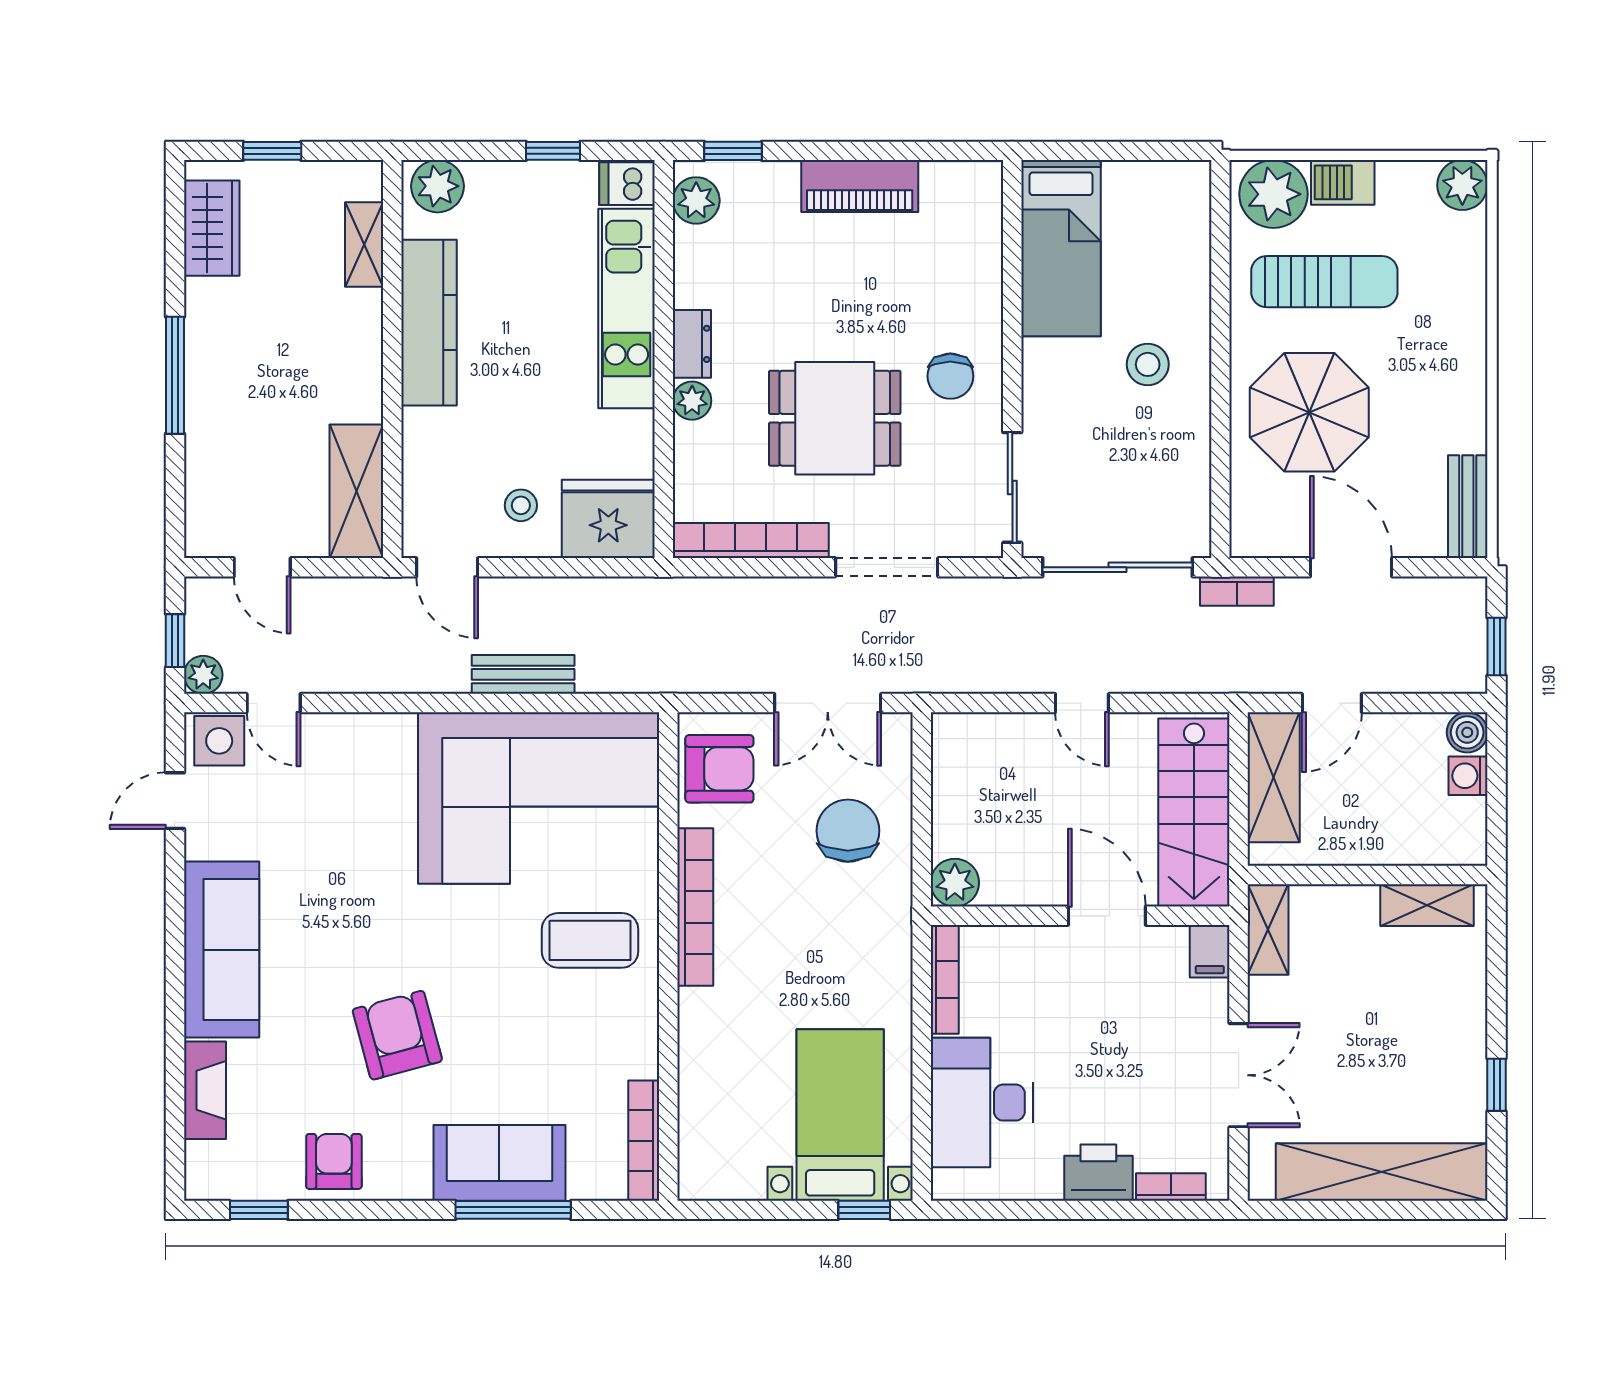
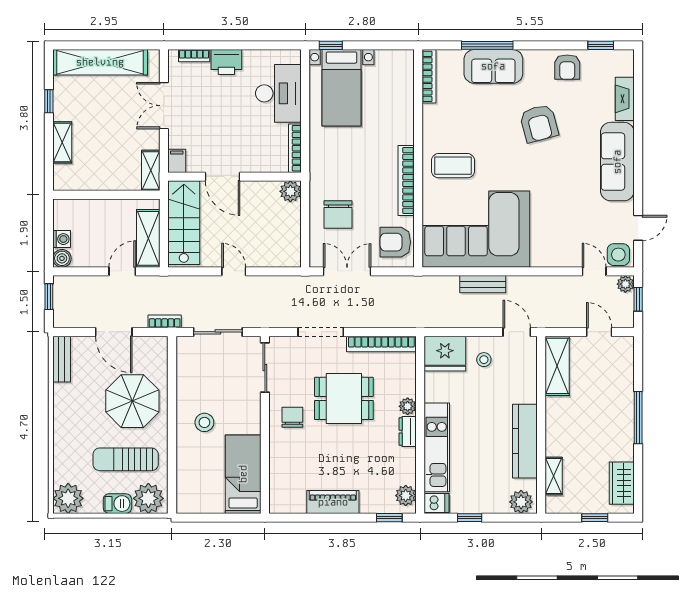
plant: (1462, 185) -> (68, 498), width x1.36, depth x1.36
sliding door: (1118, 567) -> (218, 332), width x0.73
shelving: (1427, 905) -> (62, 142), moved, turned 90

